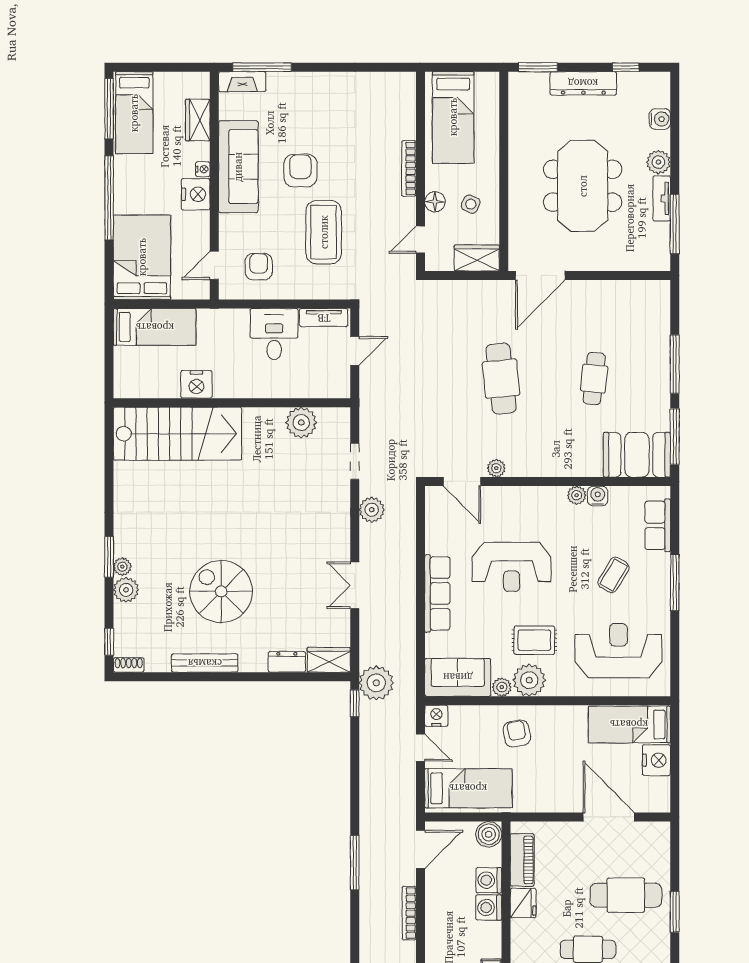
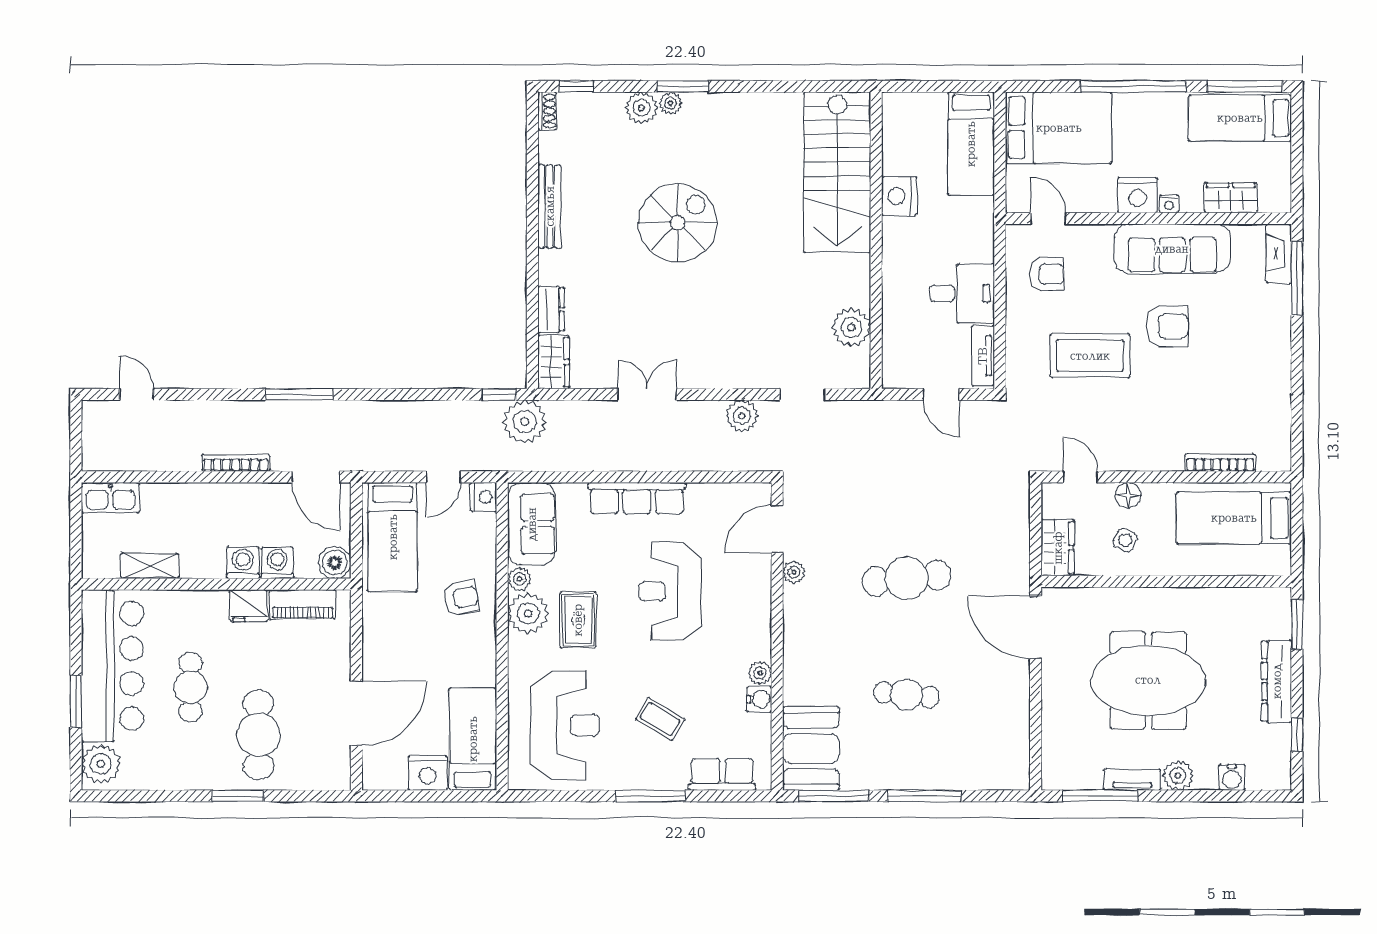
bookcase: (409, 168) -> (1220, 463), moved
spiral stairs: (221, 591) -> (678, 223), moved

